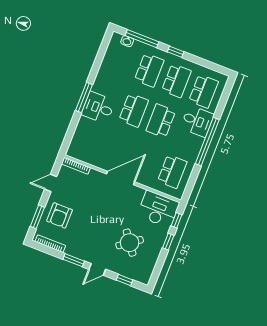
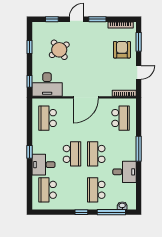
school desk: (176, 81) -> (121, 118), moved, turned 180
desk: (98, 108) -> (125, 172), moved
window: (207, 142) -> (29, 152), width x0.32
window: (168, 242) -> (29, 47), moved

